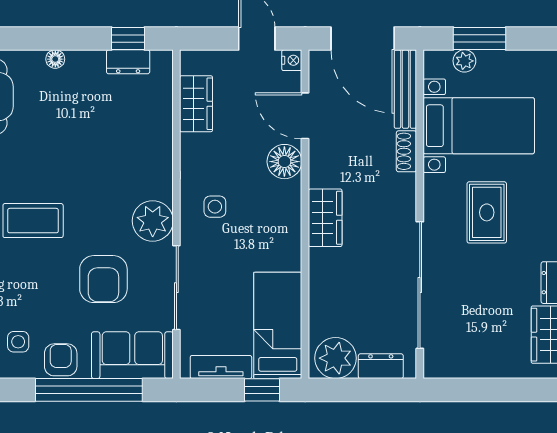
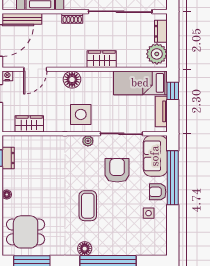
shoe rack: (406, 151) -> (72, 18), moved
floor lamp: (284, 162) -> (72, 80), moved
side table: (215, 207) -> (81, 114), width x1.87, depth x1.87
wardrobe: (325, 218) -> (102, 59), moved
plant: (153, 221) -> (88, 141), width x0.53, depth x0.53
armchair: (103, 279) -> (117, 170), turned -90

